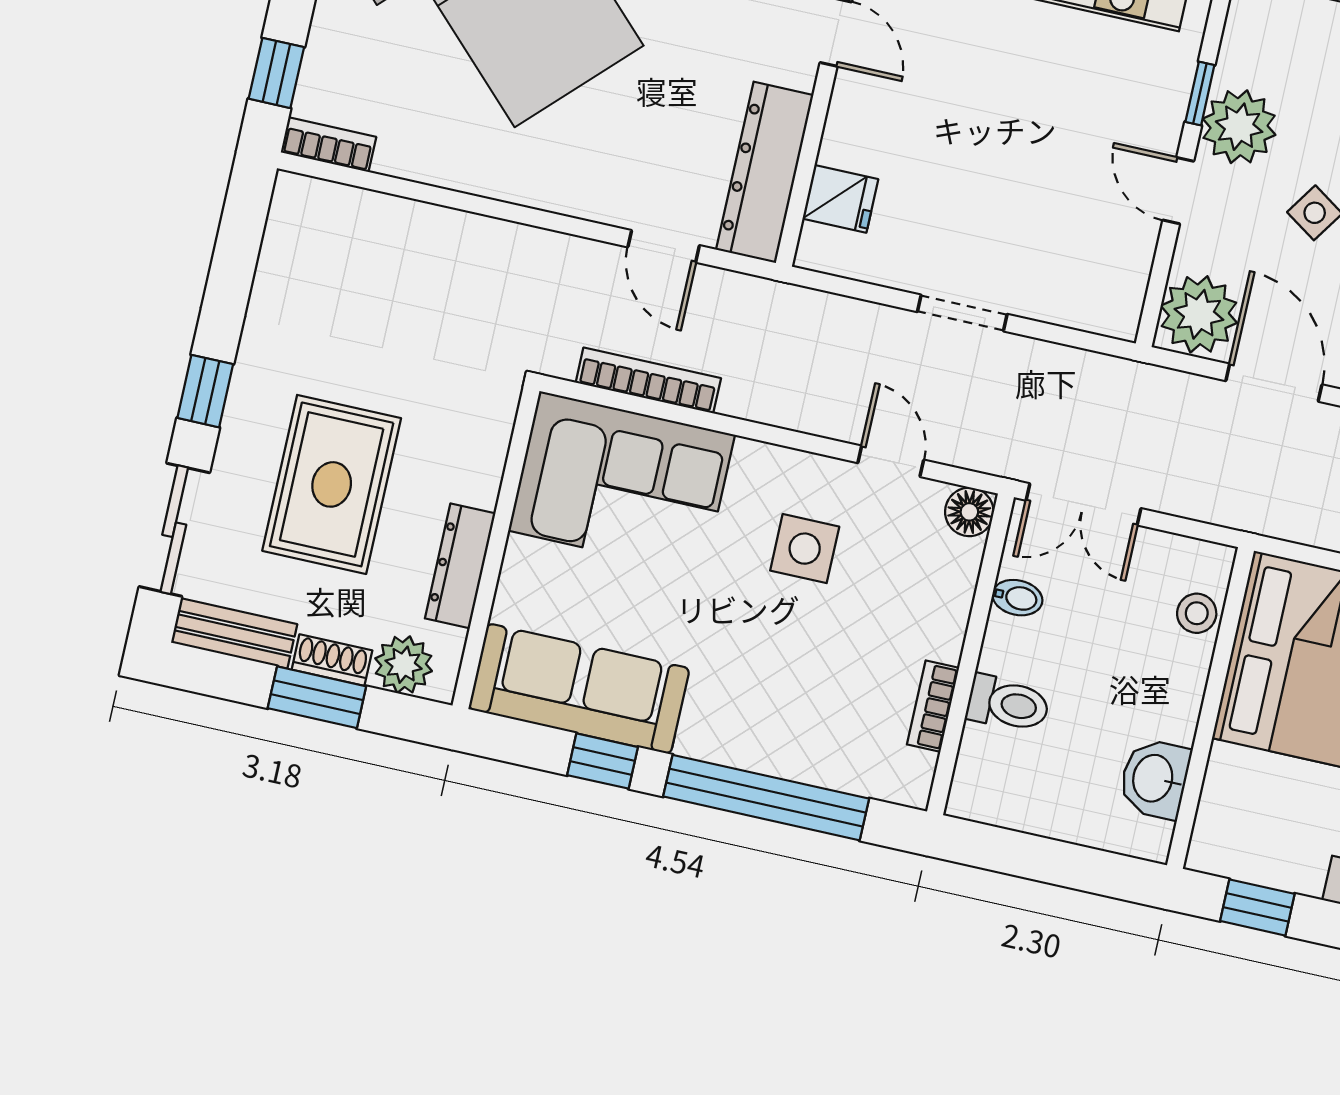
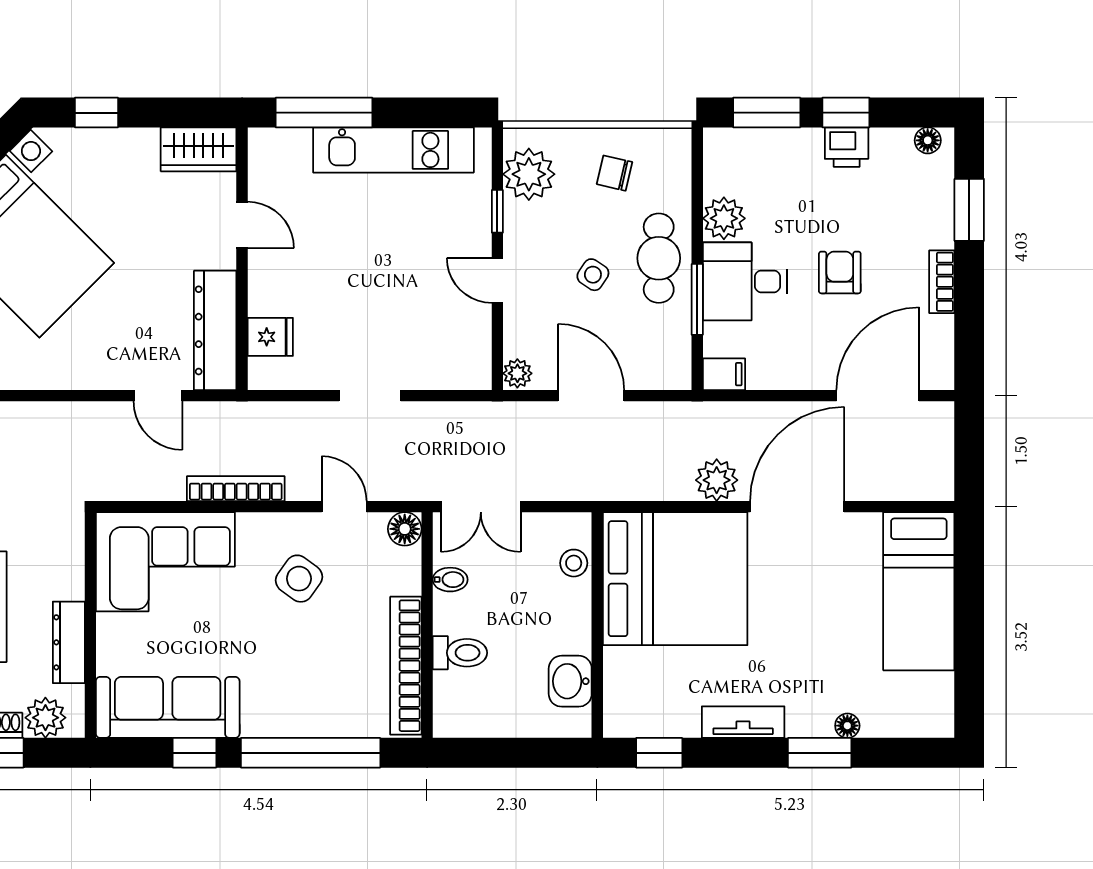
plant: (1239, 127) -> (529, 174), moved
plant: (1199, 314) -> (517, 373), width x0.53, depth x0.53
bookcase: (648, 380) -> (236, 489), moved
side table: (805, 549) -> (299, 579), turned 36
bookcase: (933, 706) -> (406, 666), width x2.31, depth x1.31

